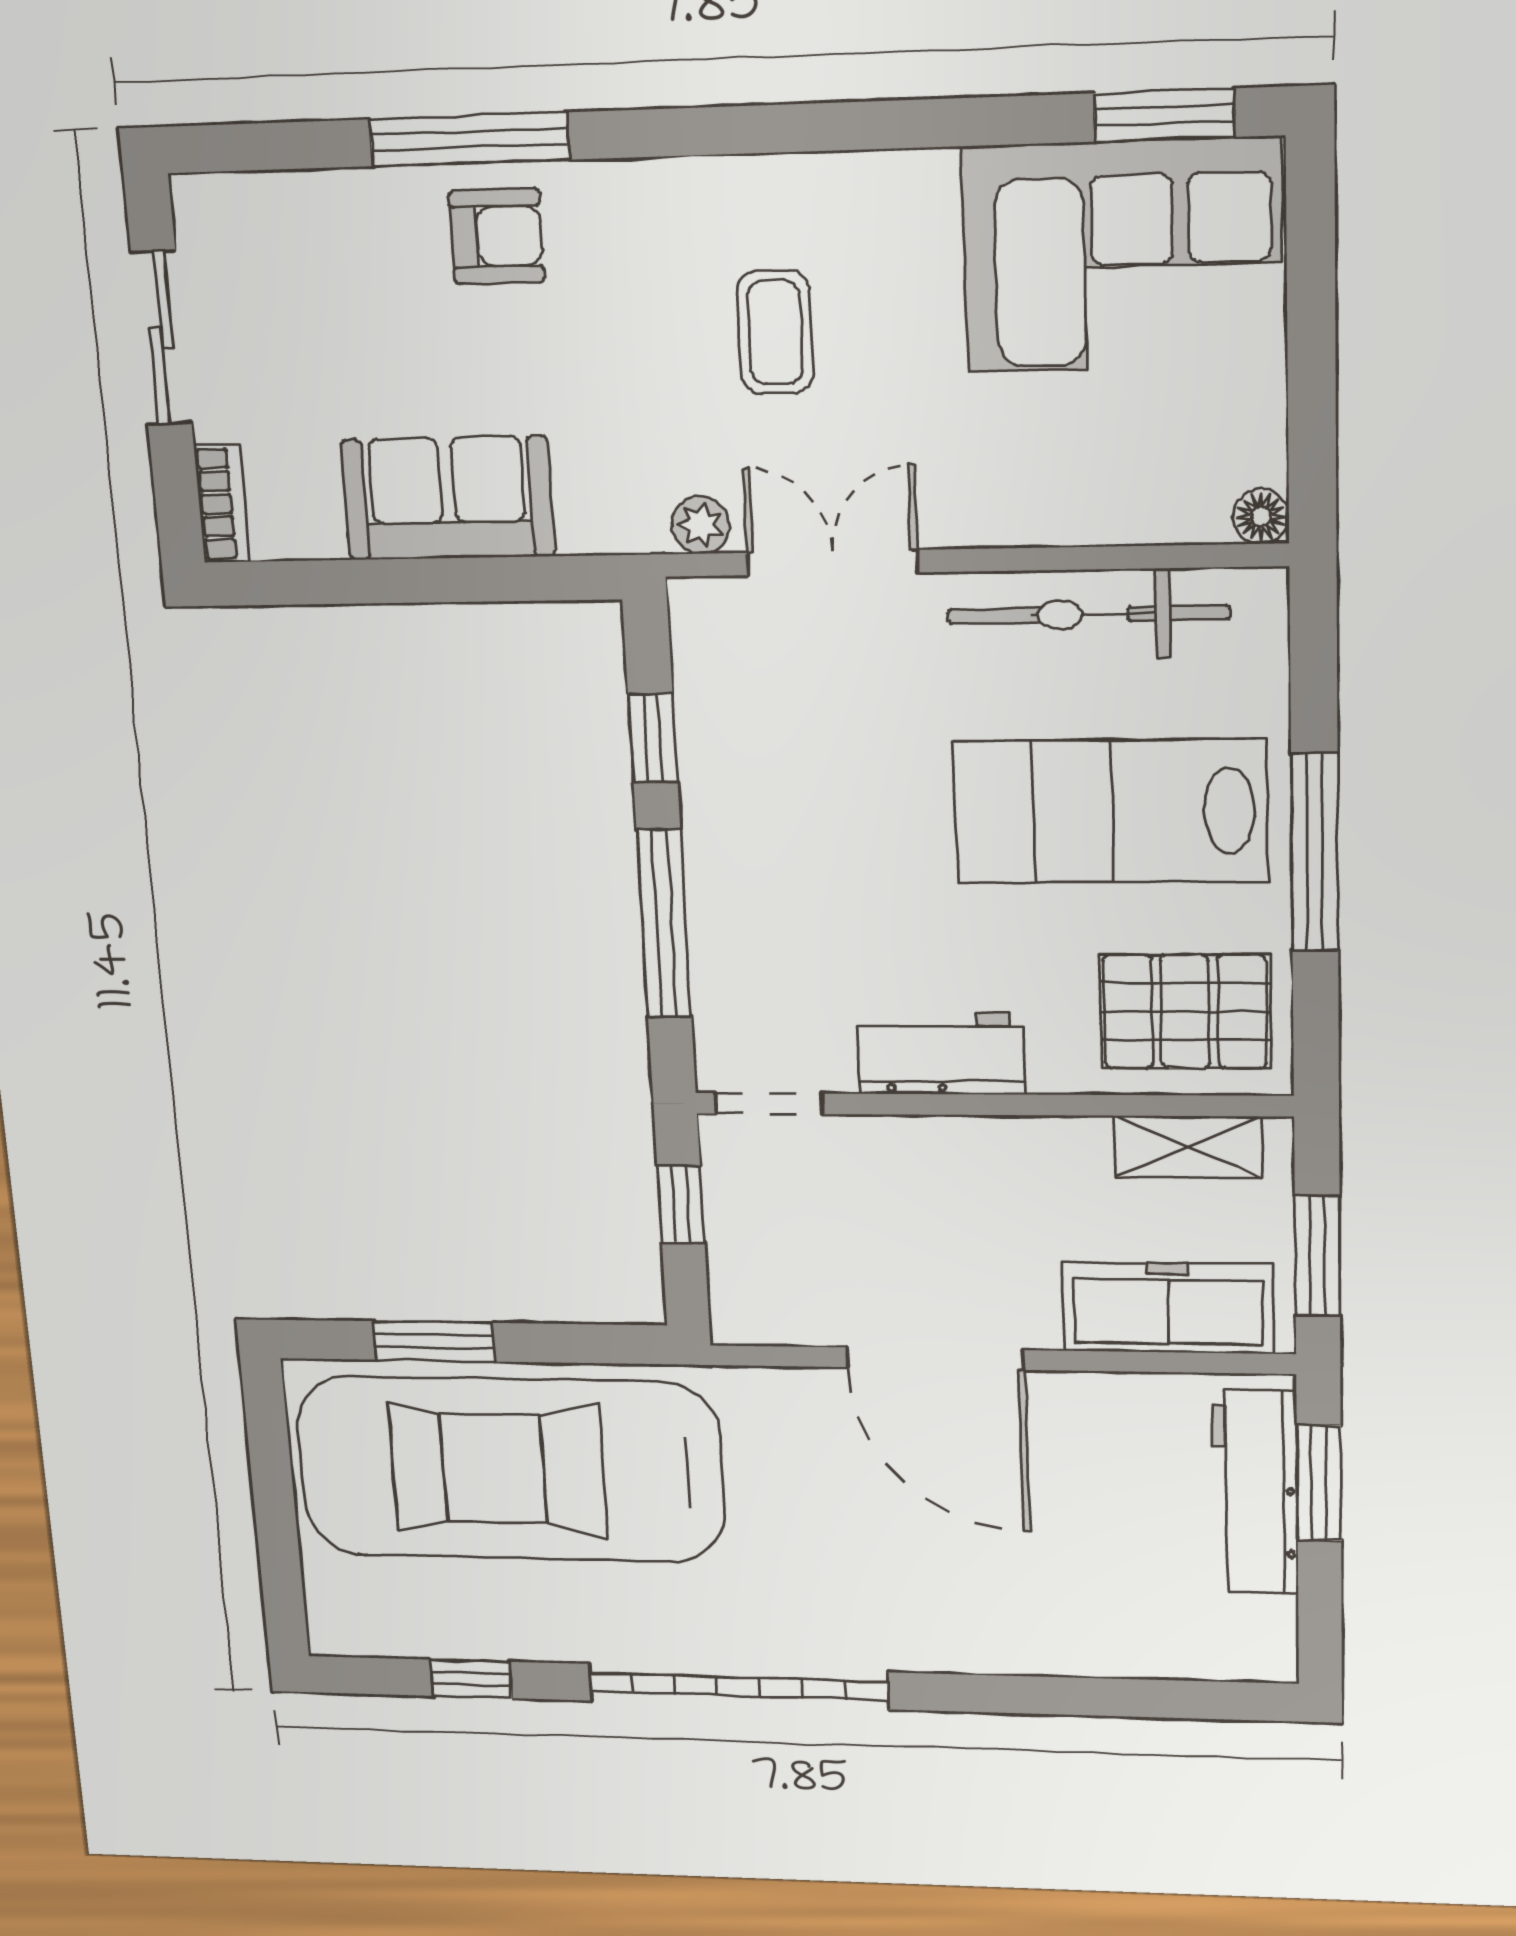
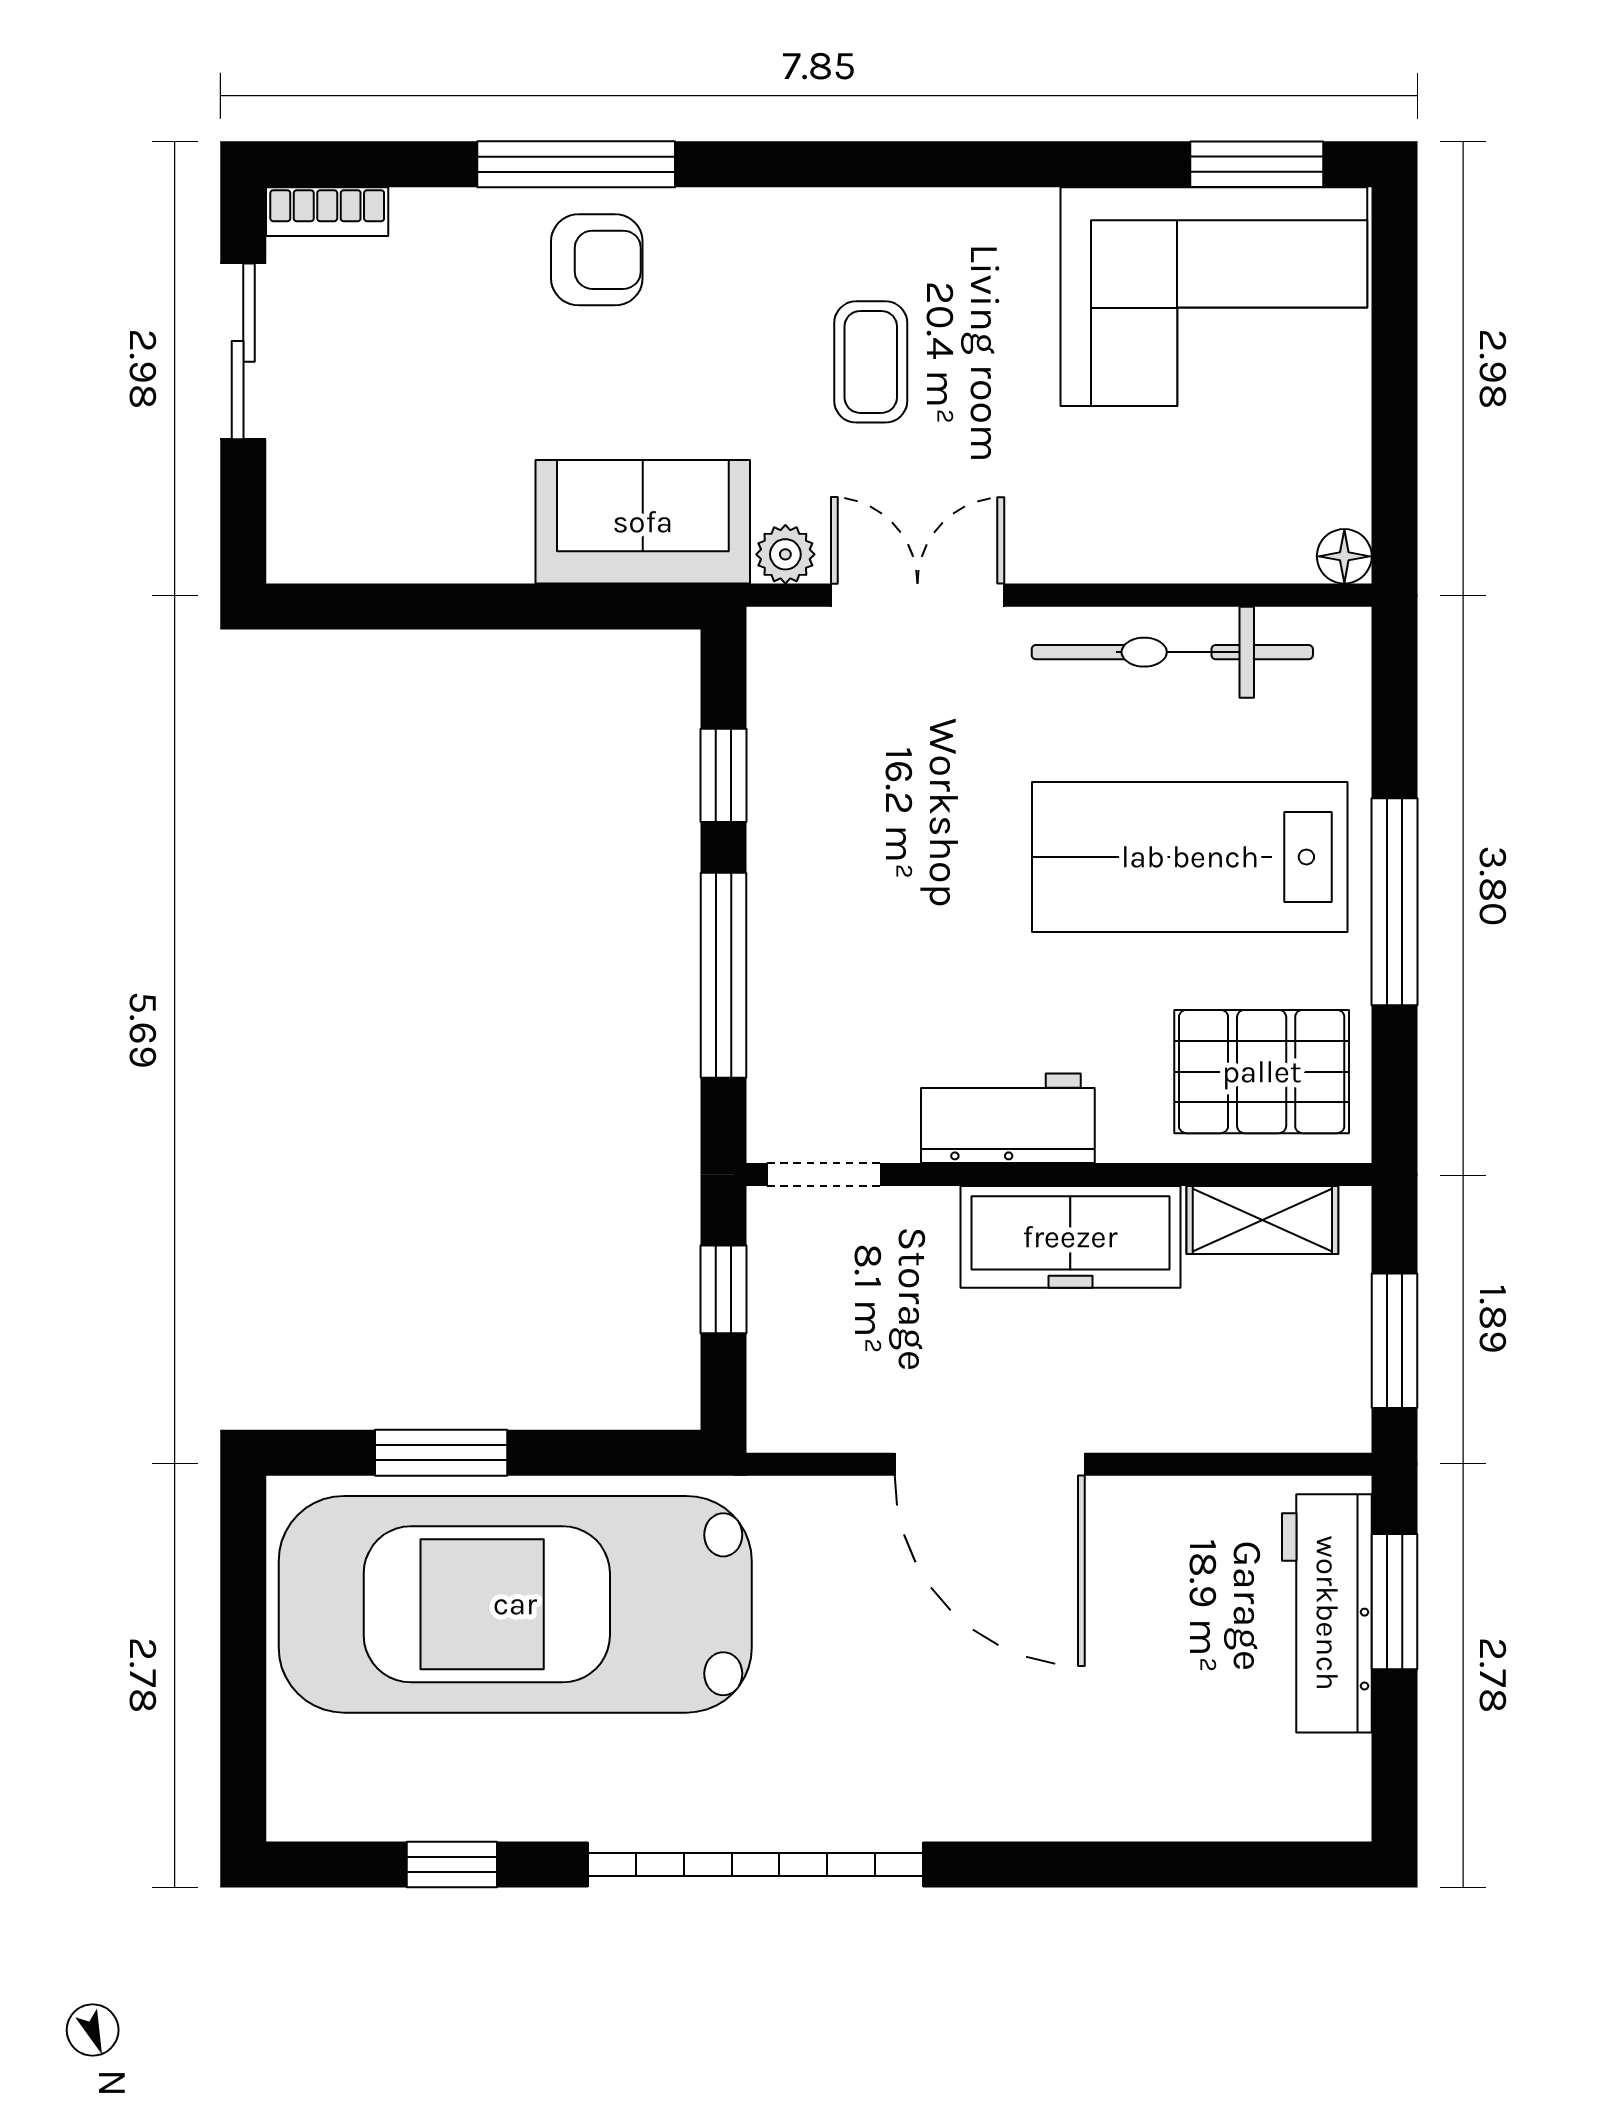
sofa: (448, 498) -> (643, 522), moved
bookcase: (222, 504) -> (327, 212), moved, turned 90
freezer: (1168, 1308) -> (1070, 1237), moved, turned 180

